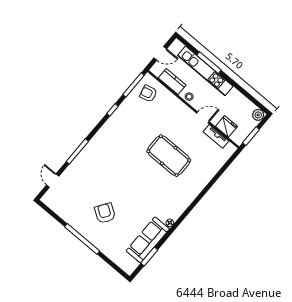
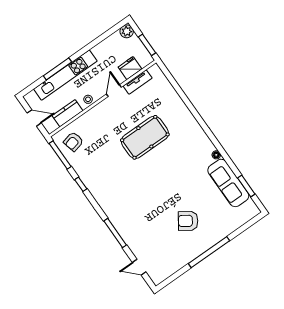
door: (160, 53) -> (34, 118), hinge flipped

